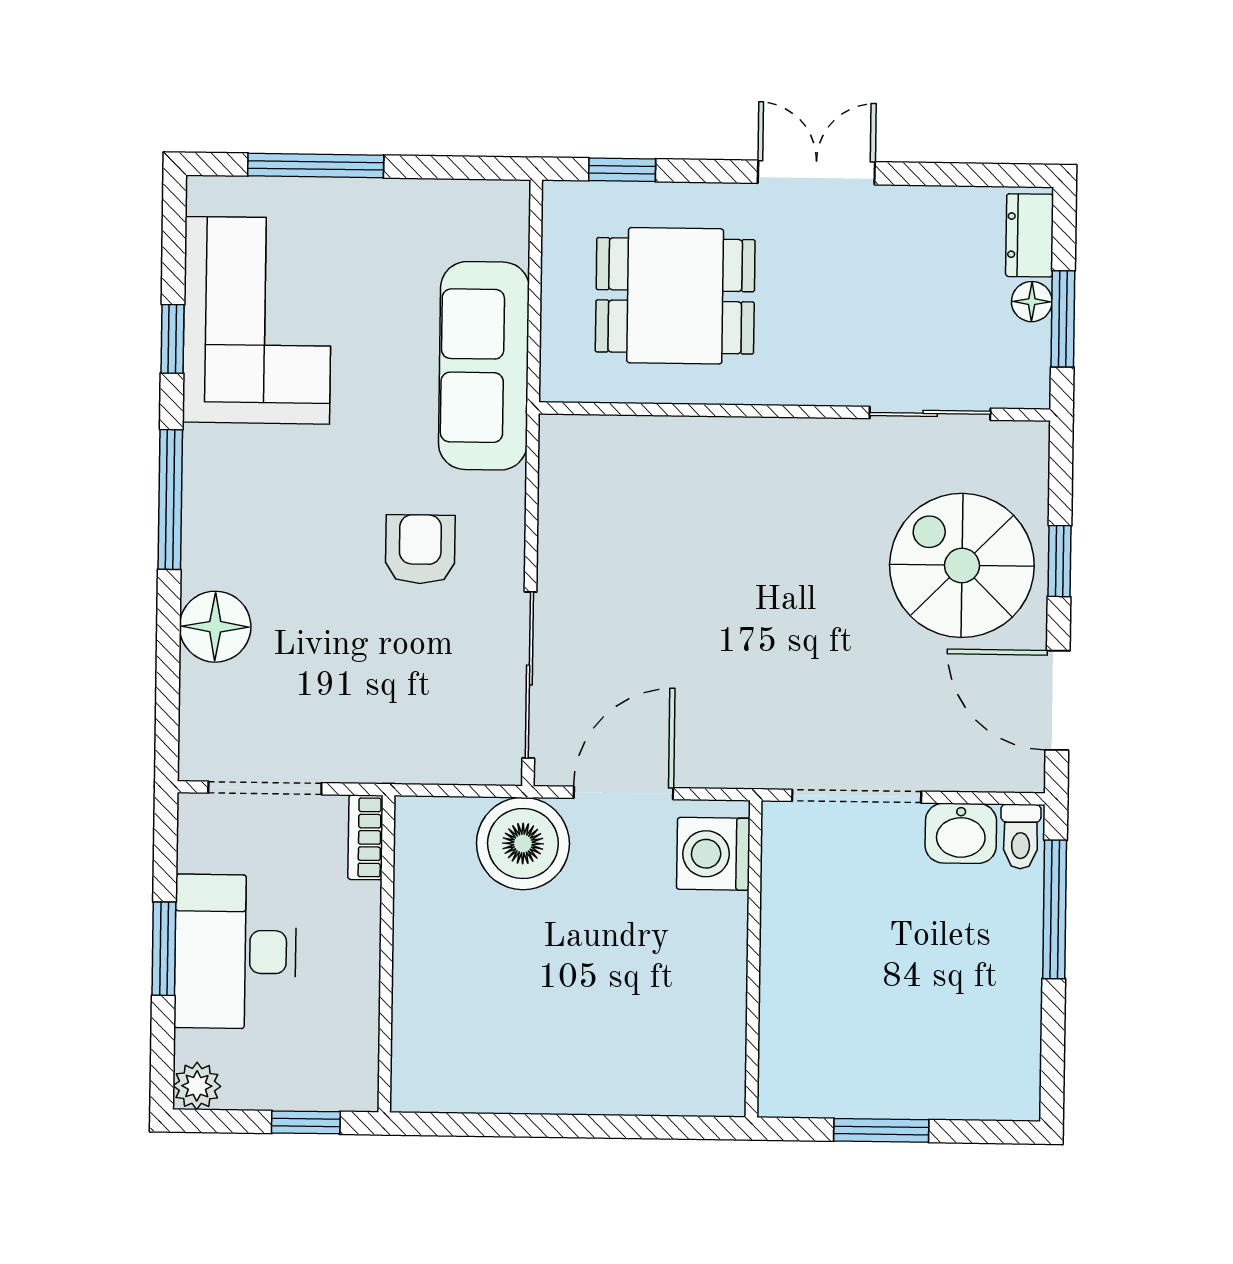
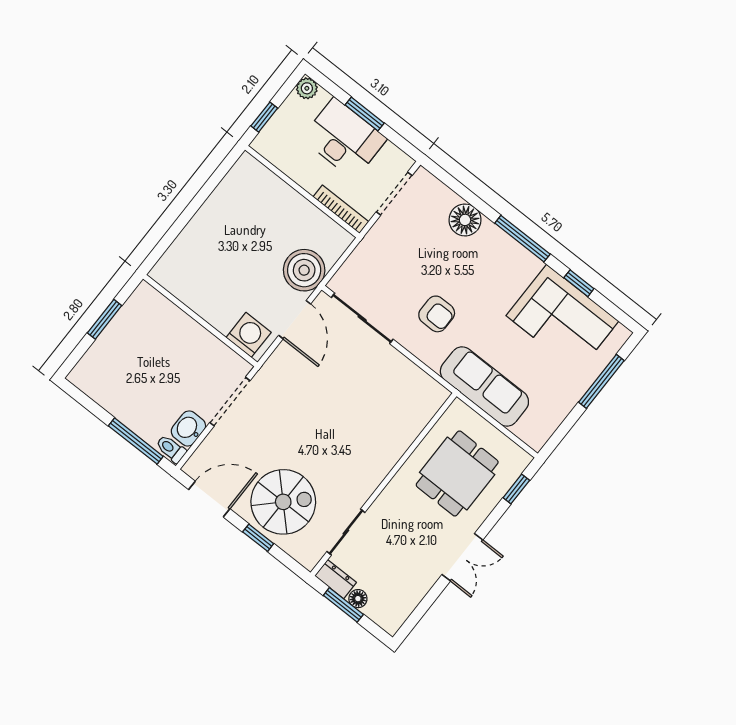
dresser: (1030, 235) -> (336, 579), moved
bookcase: (365, 837) -> (341, 209), width x1.56

